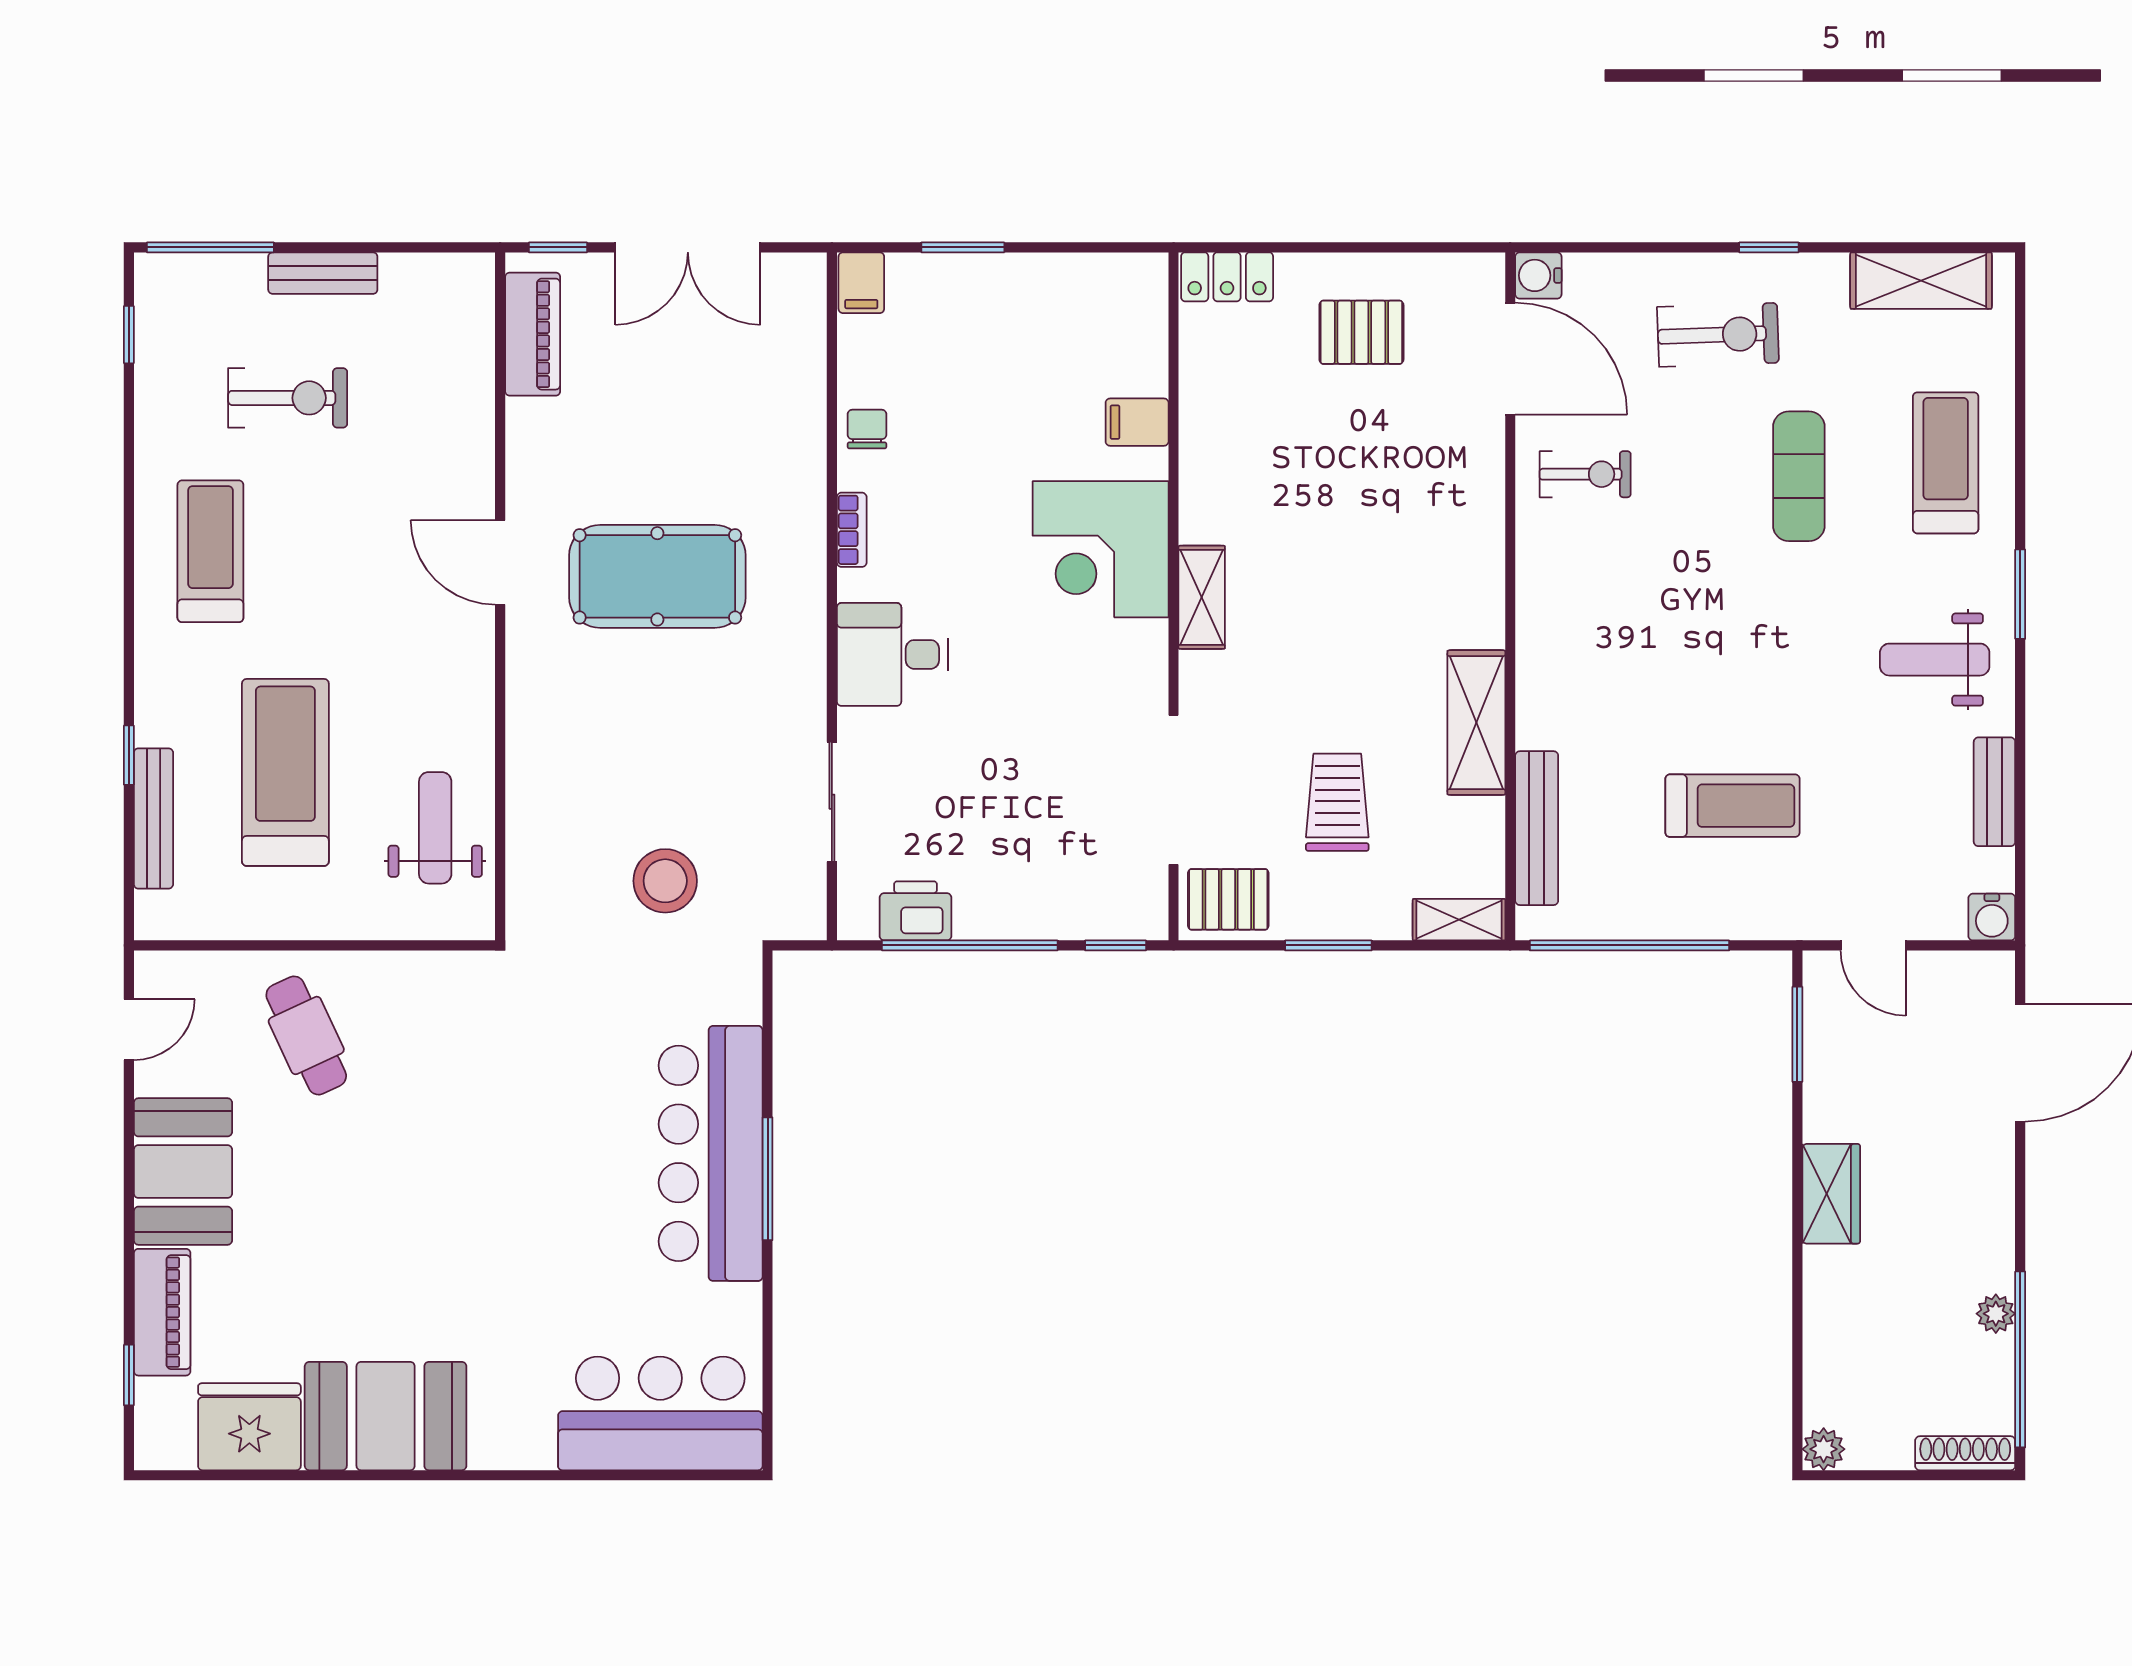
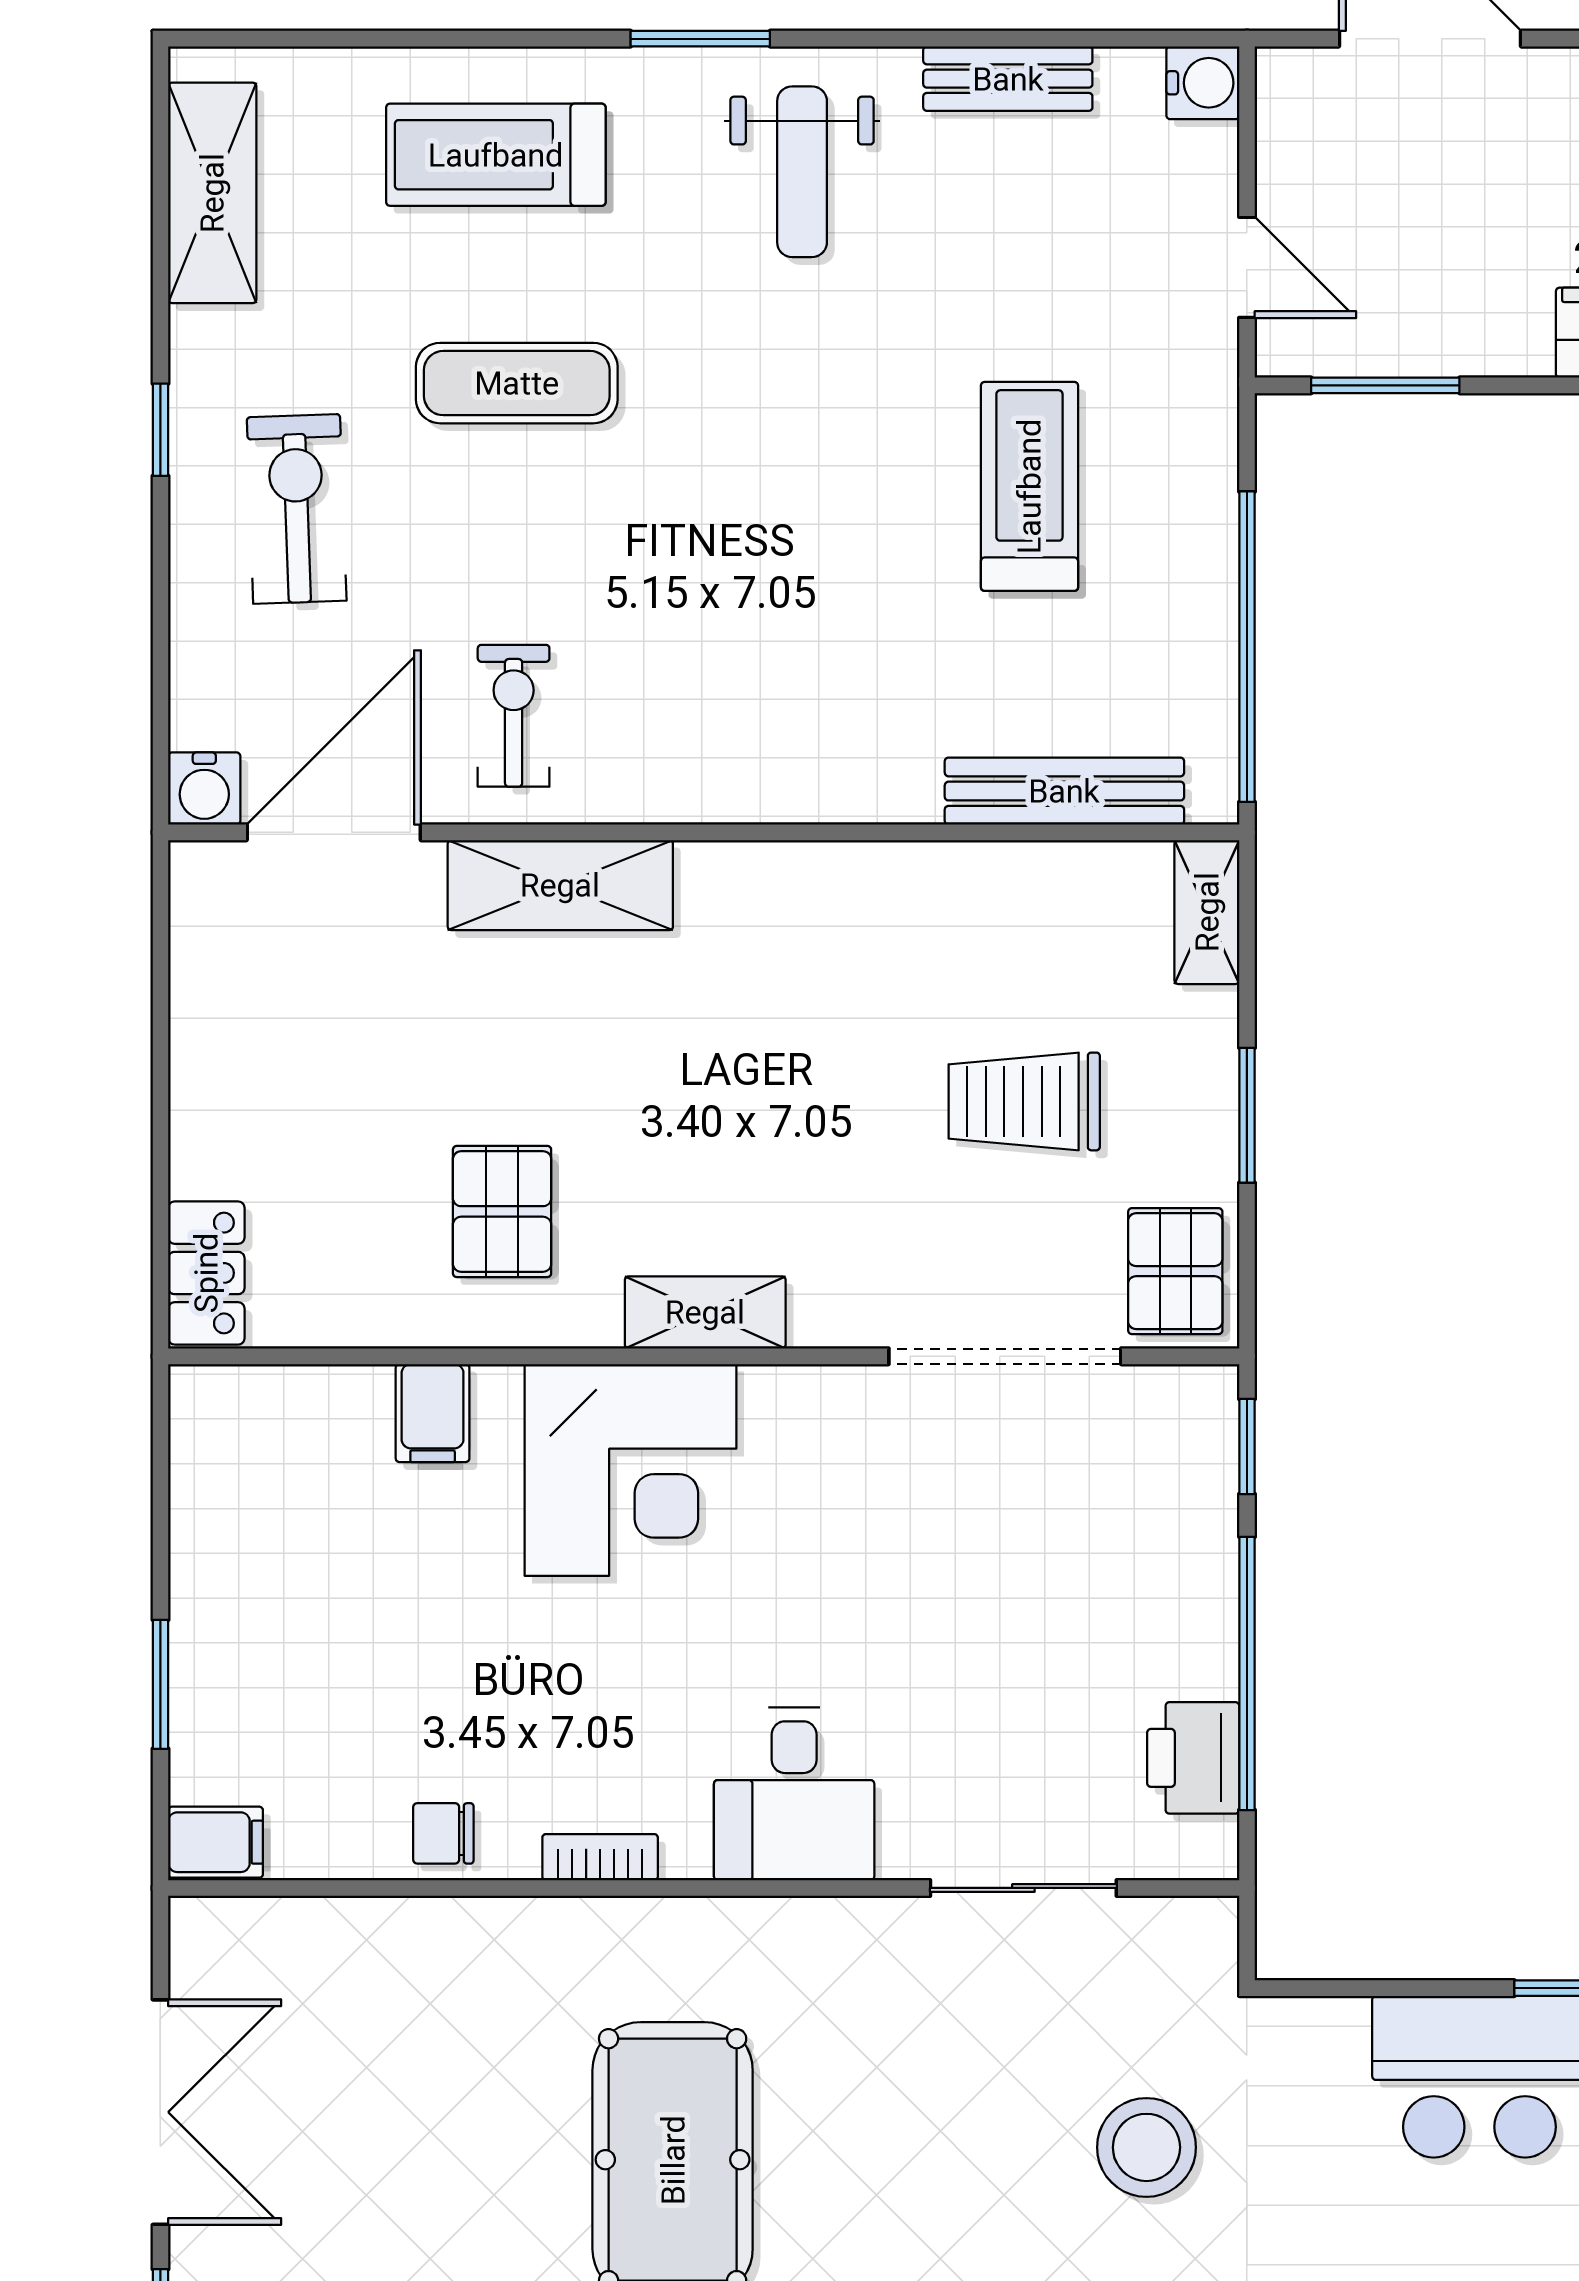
pallet: (1361, 332) -> (502, 1211), moved
shelving: (1476, 723) -> (560, 885), moved
door: (1873, 945) -> (1247, 267), hinge flipped

